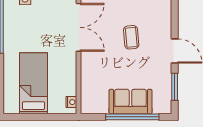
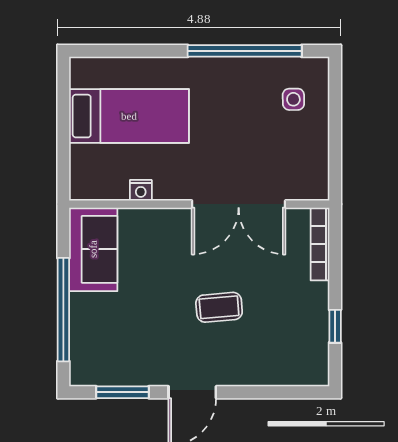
nightstand: (71, 102) -> (141, 190), moved
sofa: (130, 102) -> (93, 249), moved

